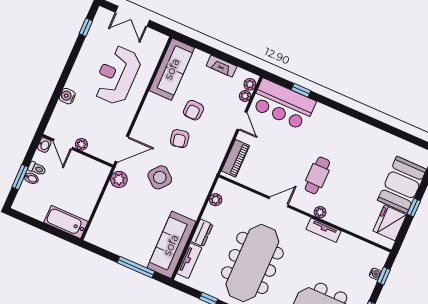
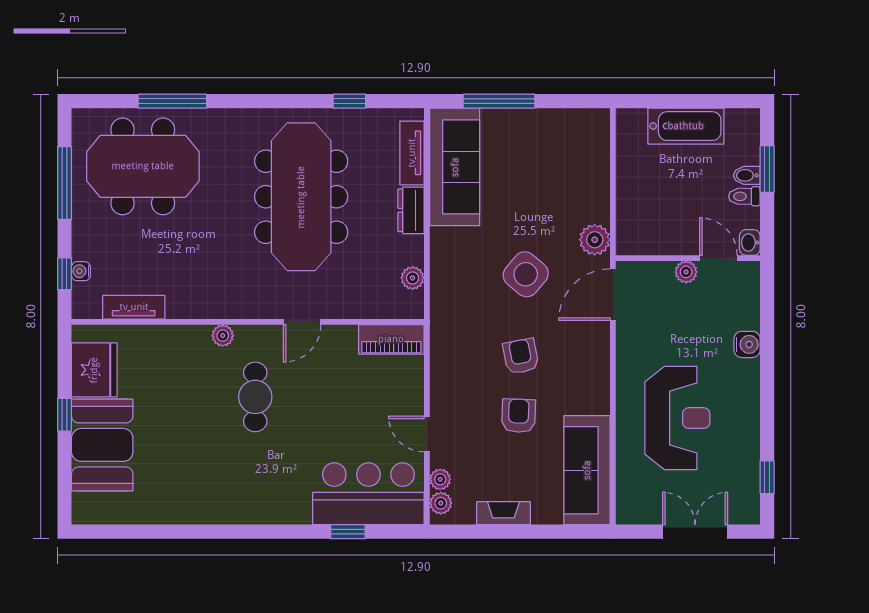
piano: (236, 158) -> (391, 339), moved, turned -90
bathtub: (66, 222) -> (686, 126), moved
tv unit: (324, 230) -> (134, 307), moved

